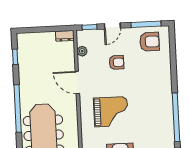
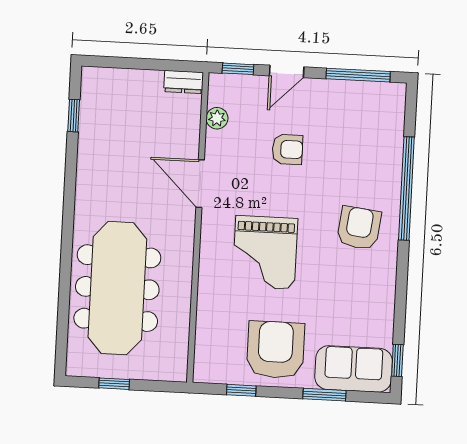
armchair: (150, 42) -> (359, 228), moved, turned -83
window: (18, 109) -> (68, 226), removed
grand piano: (111, 112) -> (265, 253), turned 90
window: (176, 117) -> (406, 189), moved

